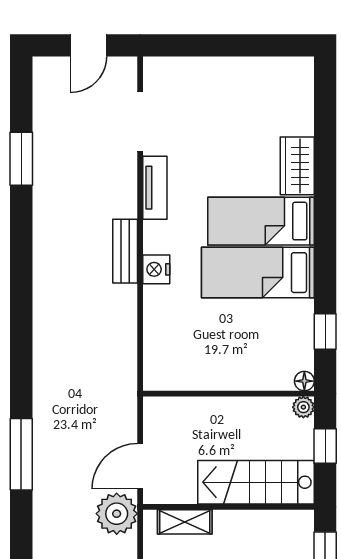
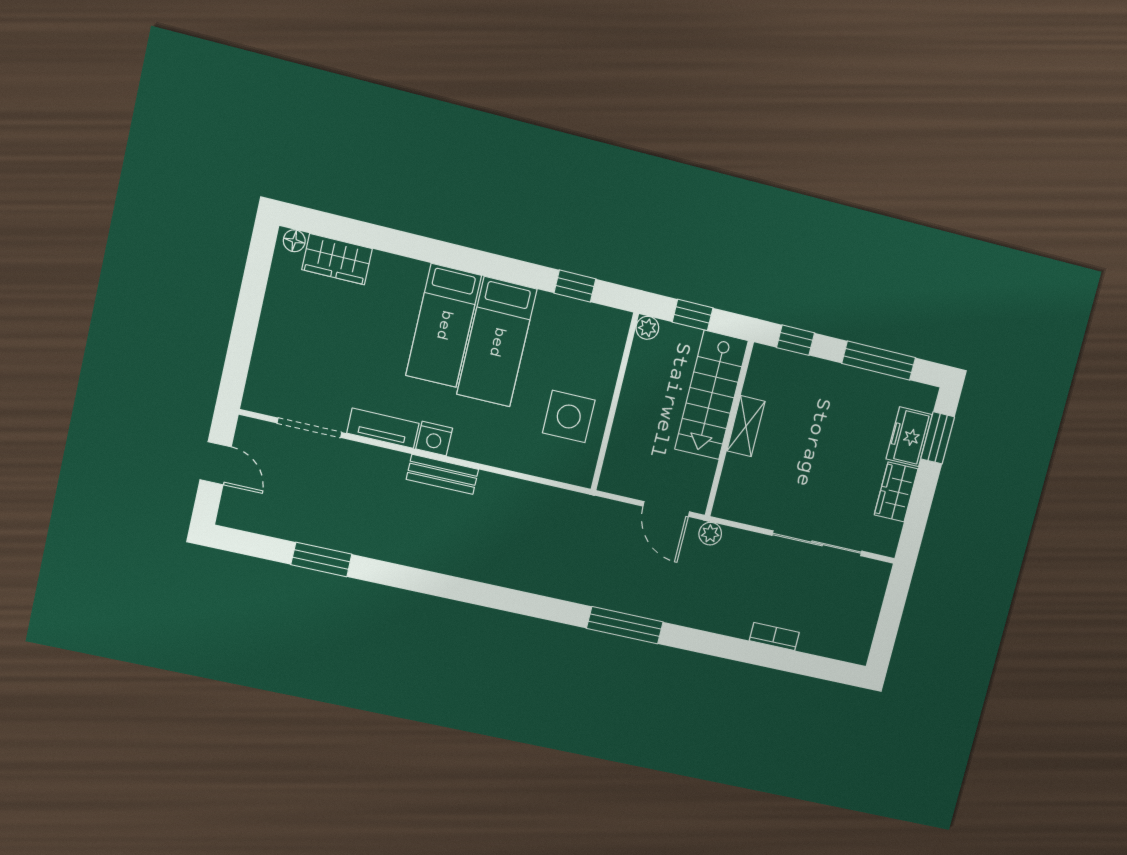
wardrobe: (297, 166) -> (337, 259), moved
nightstand: (156, 269) -> (434, 439), moved
side table: (205, 354) -> (569, 416), added
floor lamp: (304, 381) -> (294, 241), moved
plant: (117, 514) -> (710, 534), width x0.53, depth x0.53
shelving: (185, 522) -> (746, 426), moved

